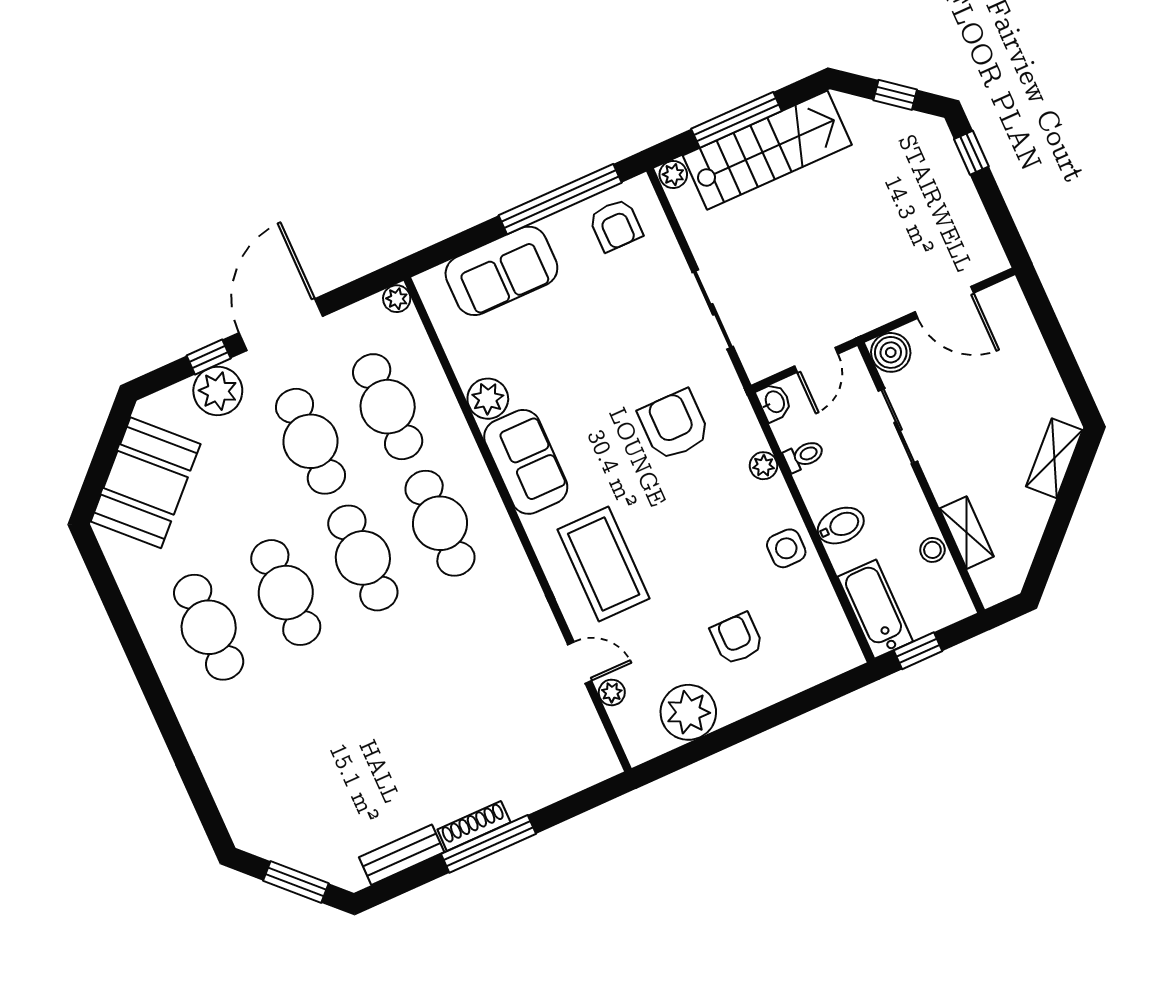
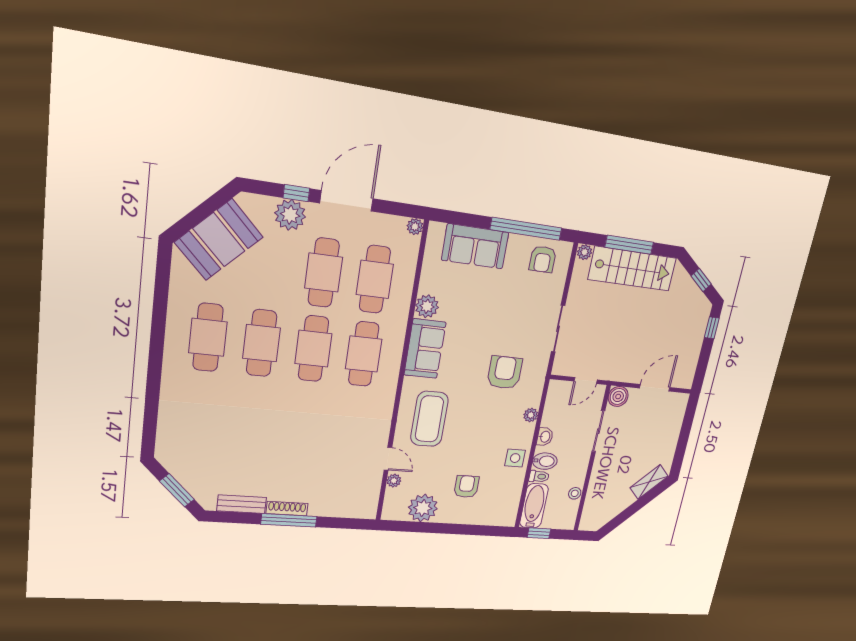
door: (944, 302) -> (655, 388), swing flipped
washbasin: (774, 402) -> (545, 437), moved
toilet: (804, 456) -> (539, 476), moved
shelving: (967, 533) -> (593, 494), removed

